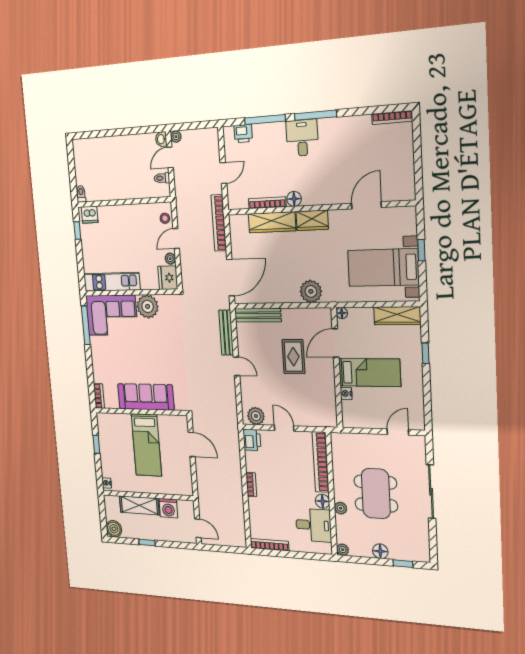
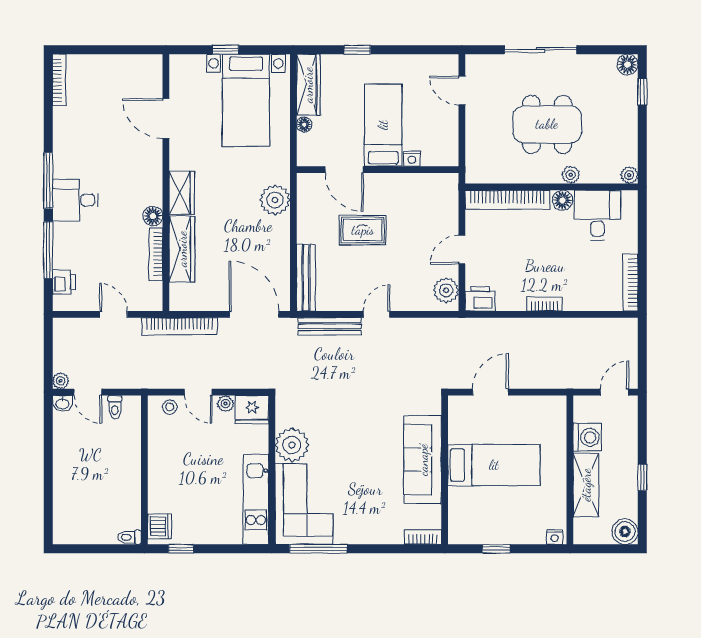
floor lamp: (342, 313) -> (304, 125), moved
floor lamp: (380, 551) -> (627, 65), moved

